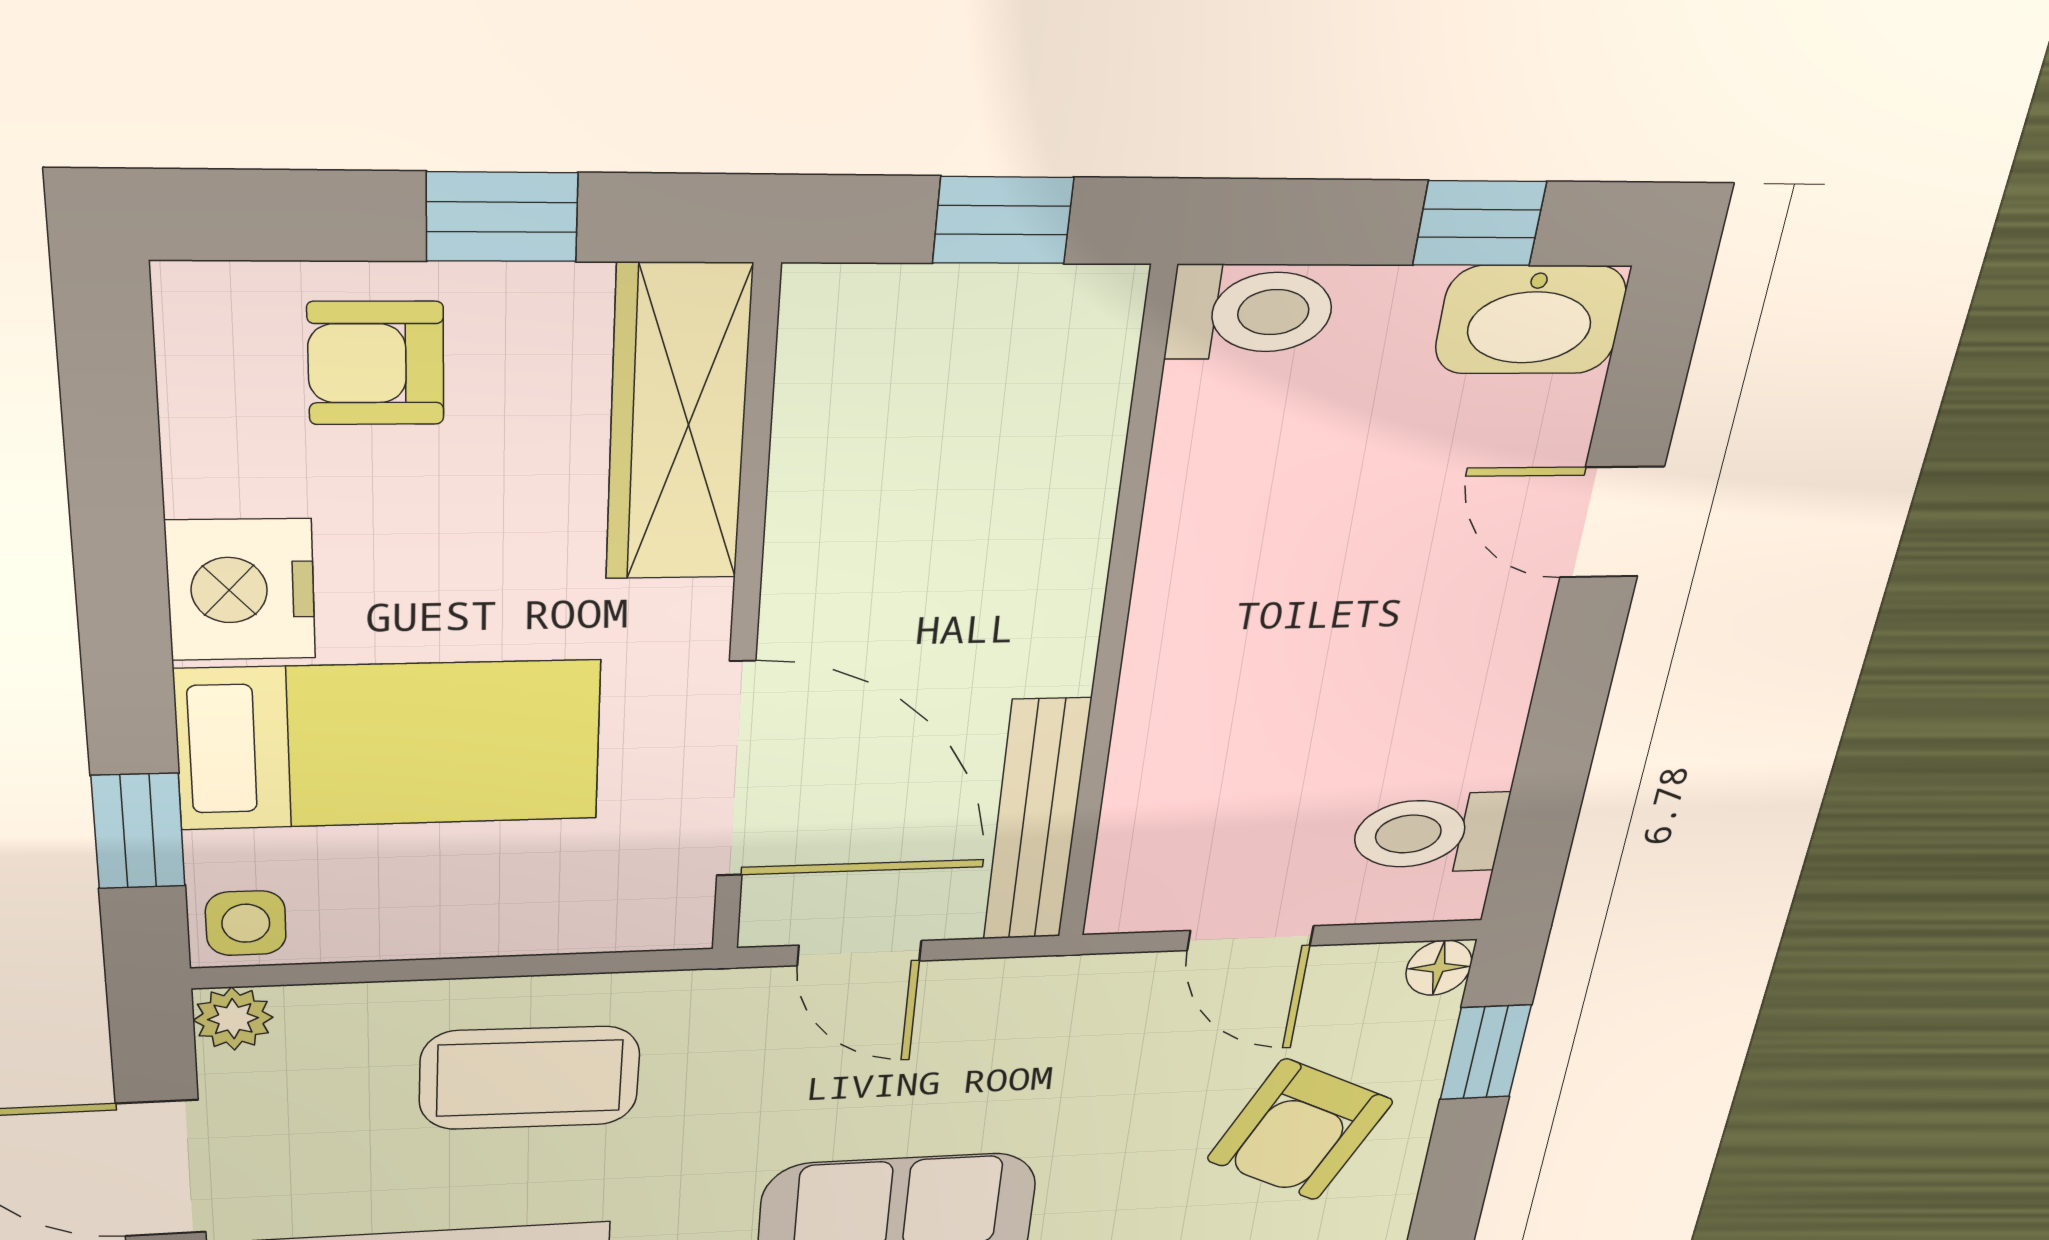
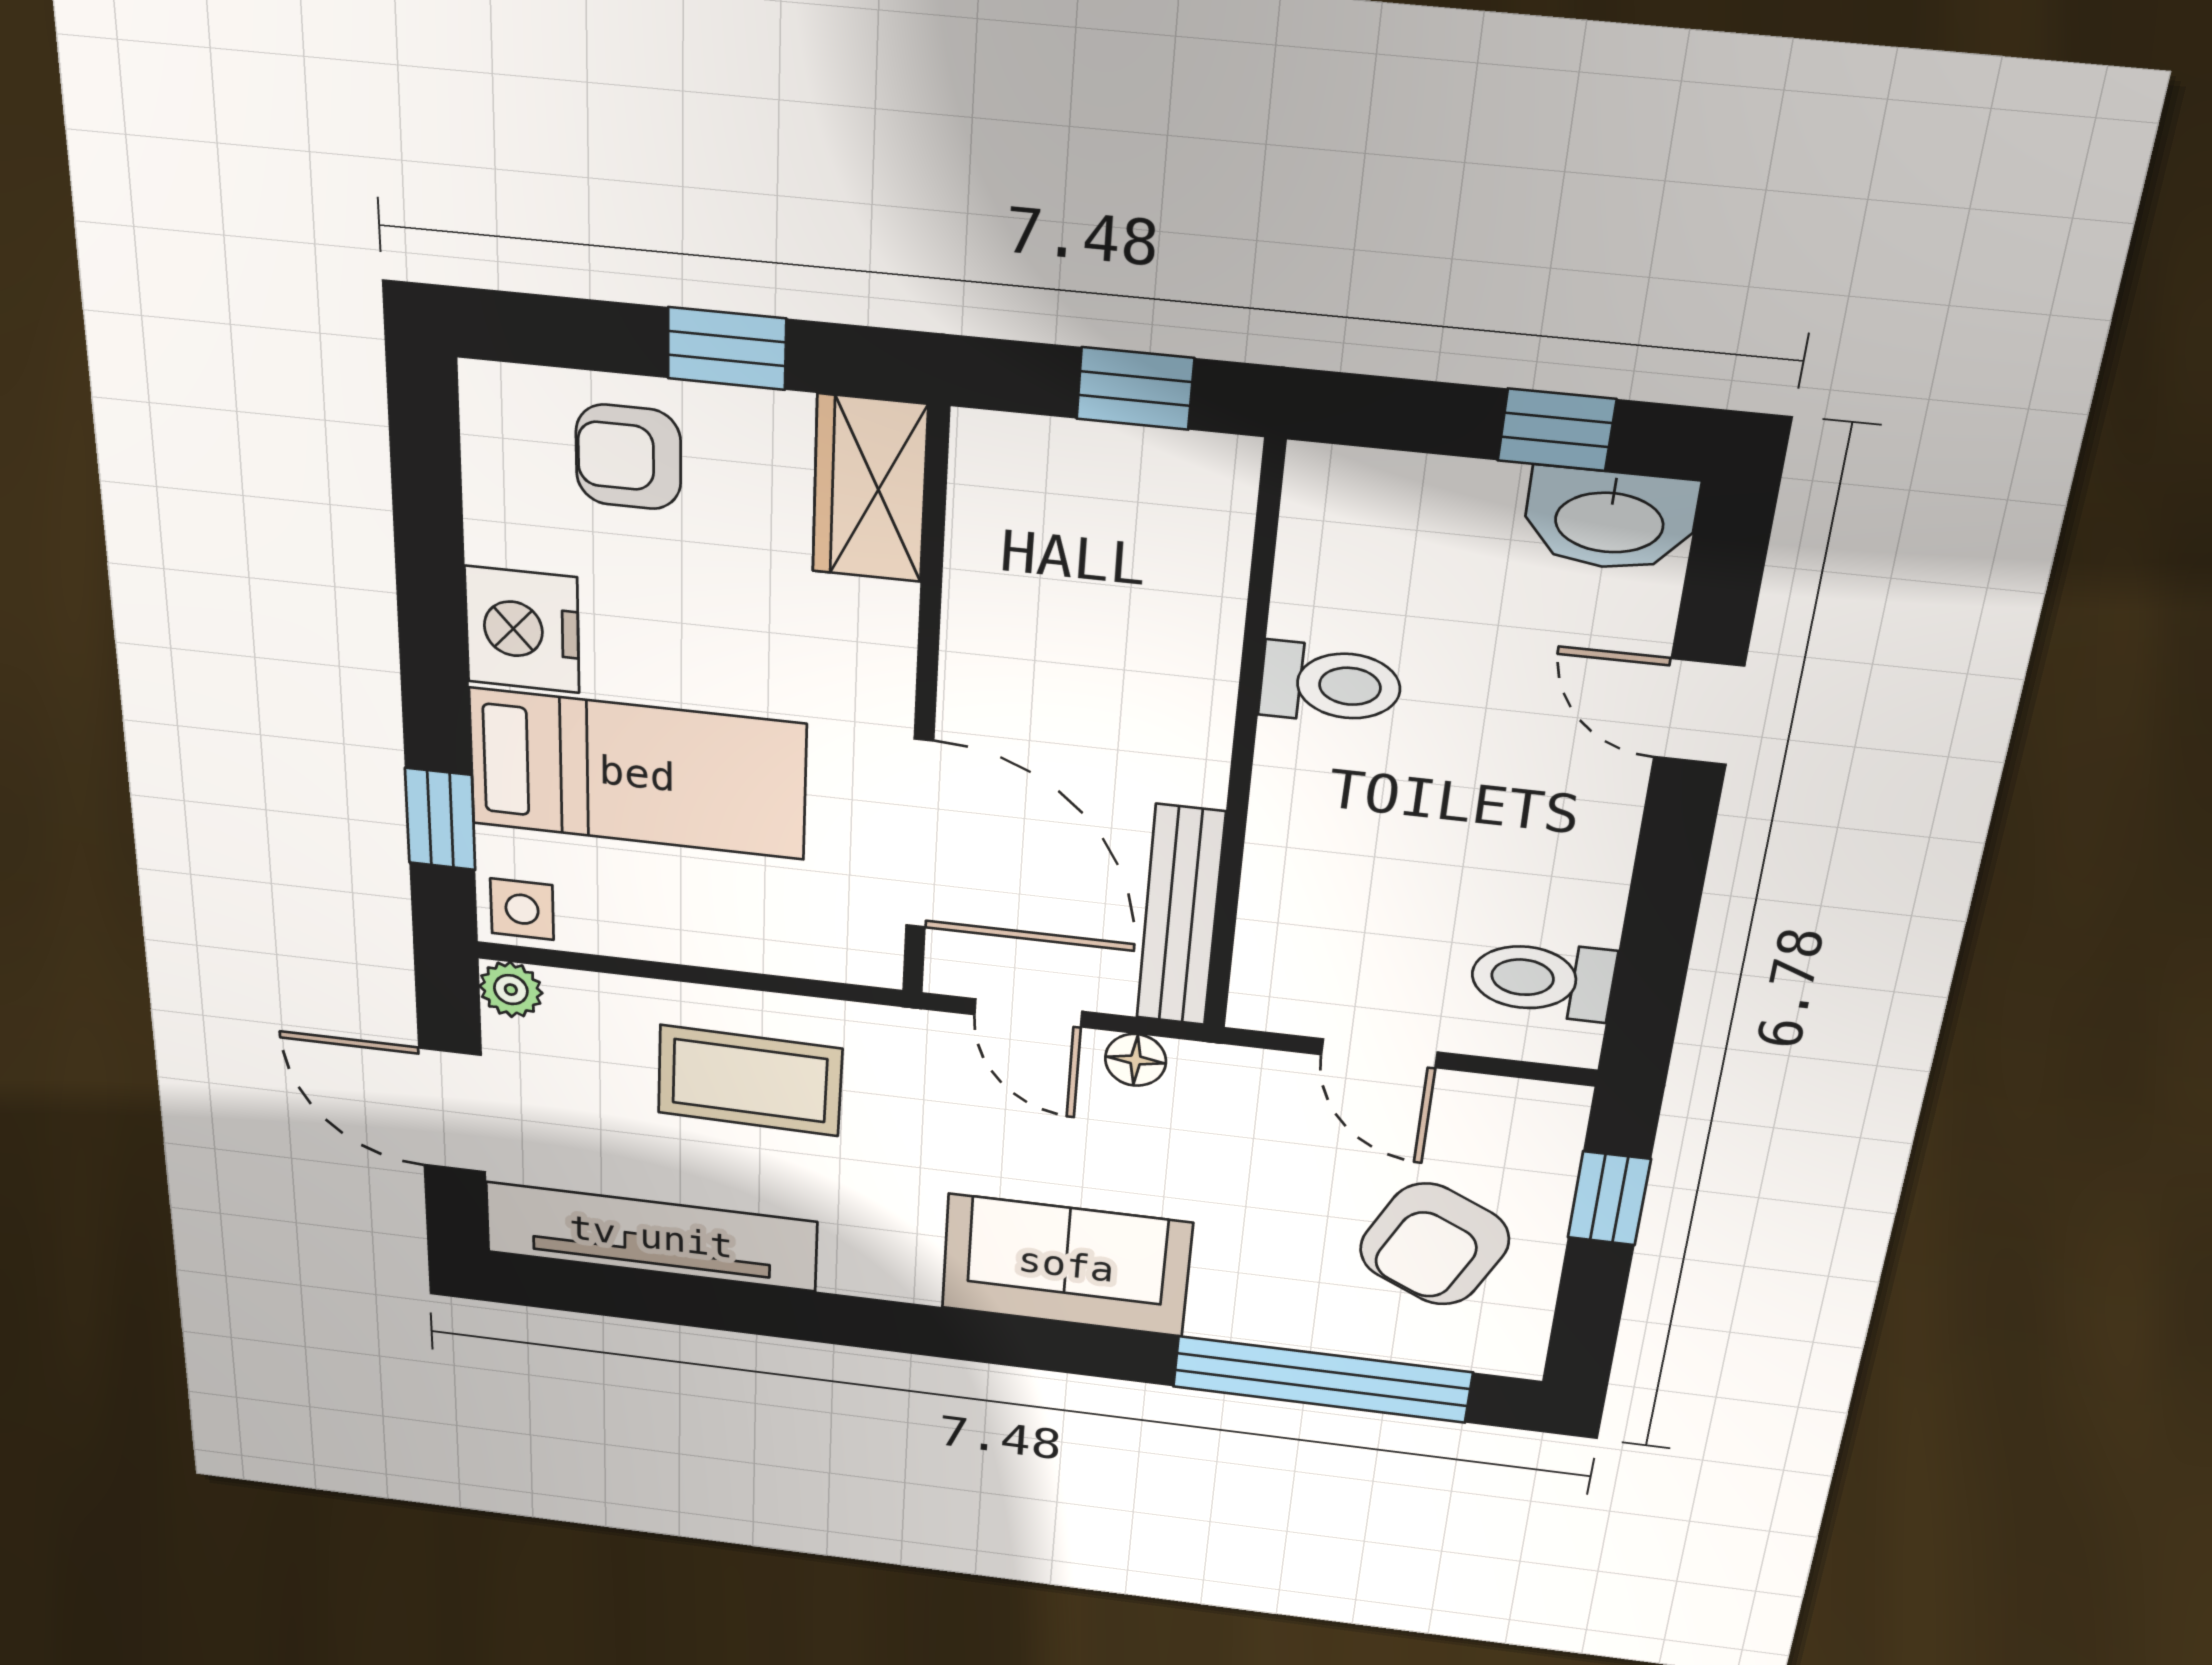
toilet: (1251, 312) -> (1331, 684), moved
wardrobe: (678, 425) -> (870, 489), width x0.67
floor lamp: (1439, 968) -> (1136, 1060), moved

